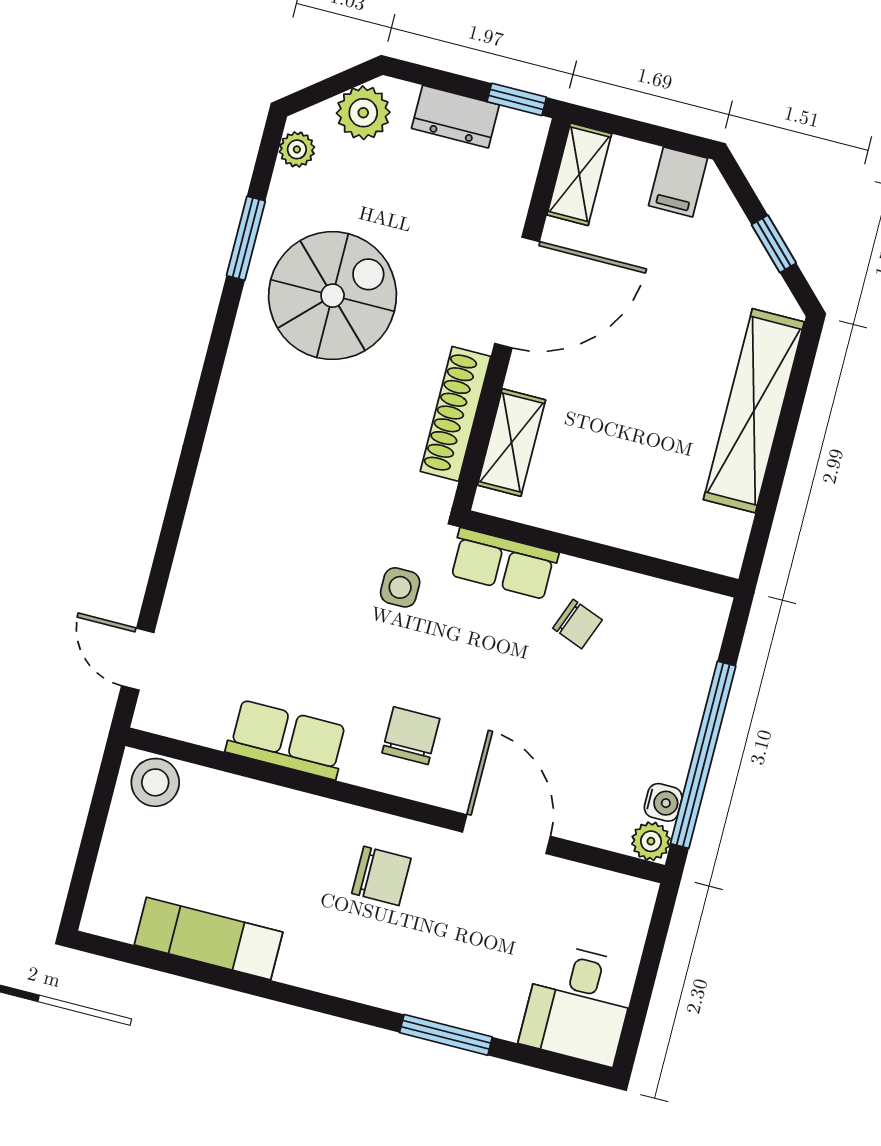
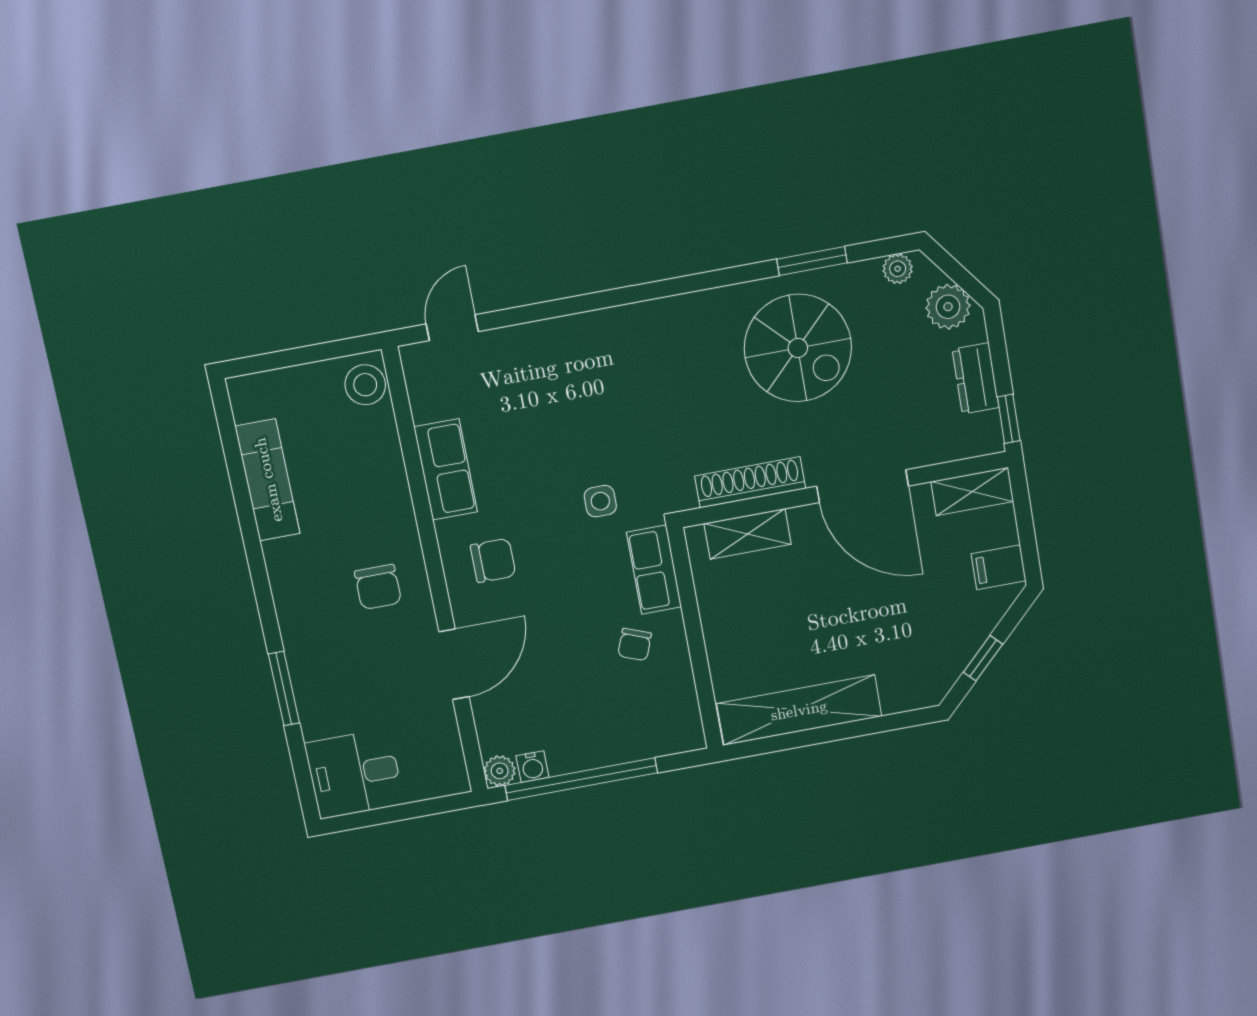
shelving: (754, 411) -> (799, 710), moved

